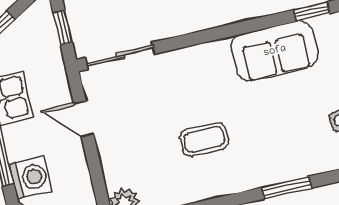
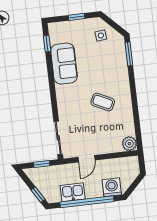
coffee table: (204, 139) -> (103, 102), turned -64
window: (287, 188) -> (129, 54), moved

